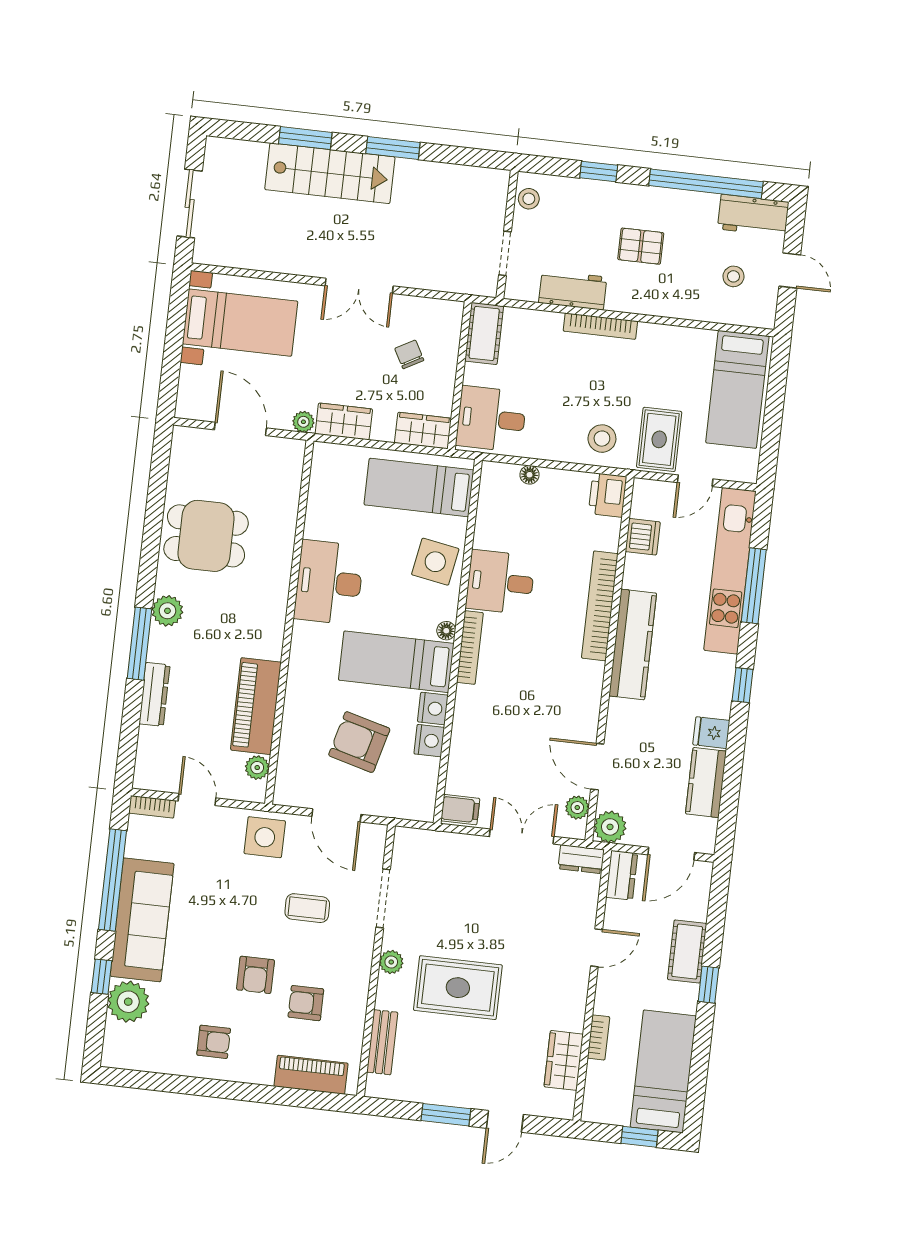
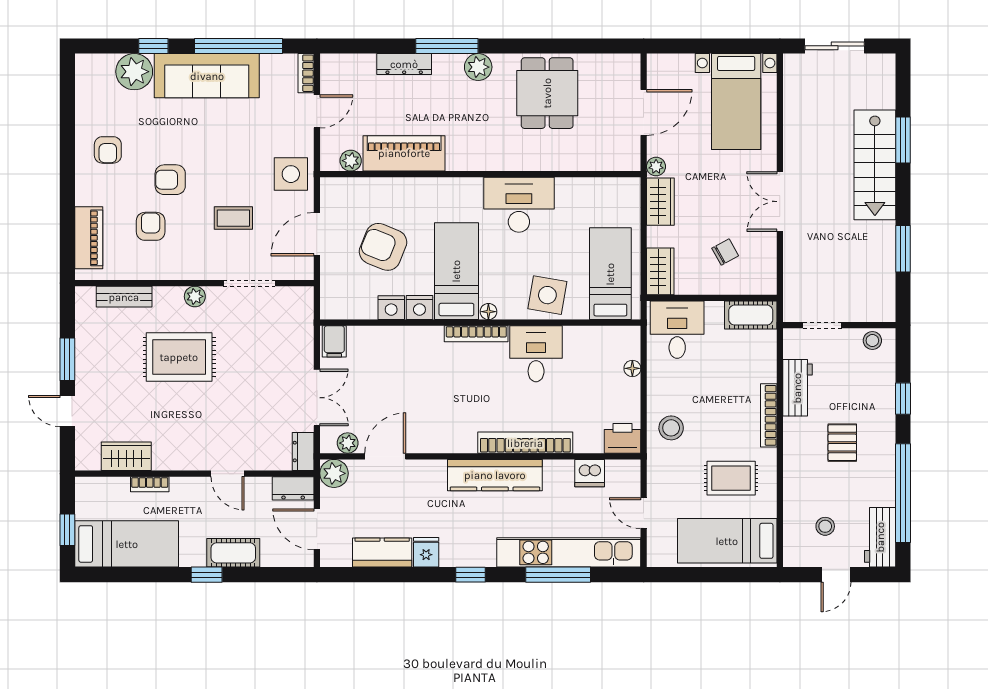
window: (393, 148) -> (903, 249), moved
rug: (659, 439) -> (731, 478), moved
armchair: (359, 742) -> (383, 247), turned -83
coffee table: (307, 908) -> (233, 218), turned 90
rug: (458, 988) -> (179, 357), turned 90

